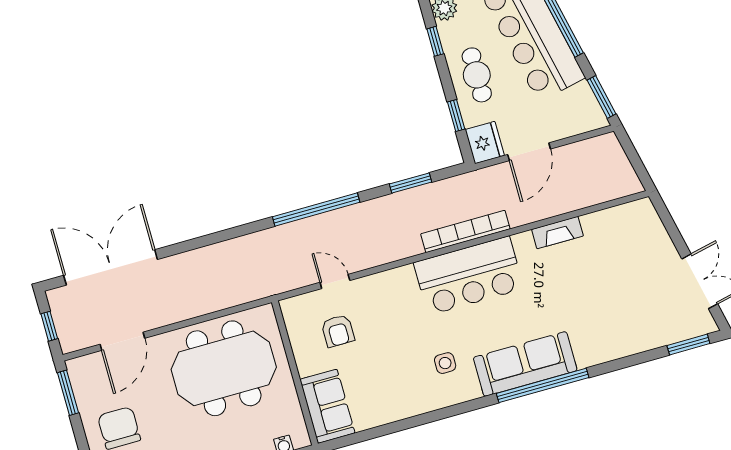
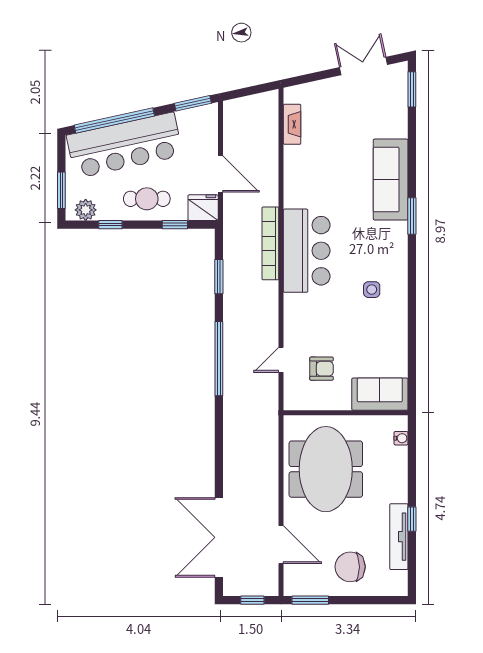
fireplace: (557, 233) -> (292, 124), moved
sofa: (525, 364) -> (391, 180), moved
window: (543, 385) -> (412, 216), width x0.47

